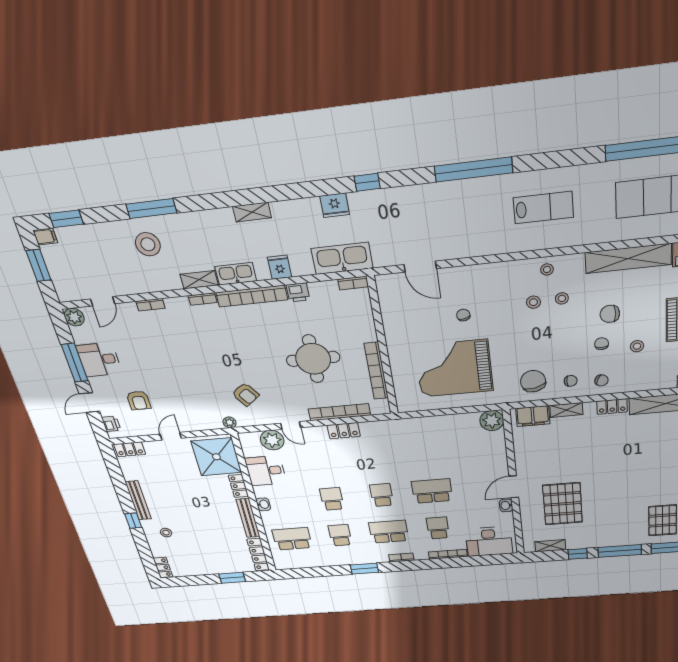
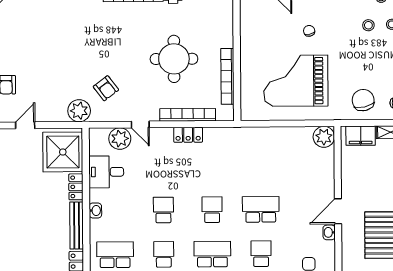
plant: (230, 422) -> (79, 111), width x1.88, depth x1.88

